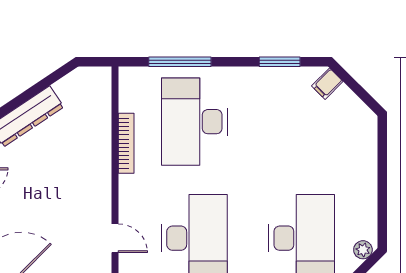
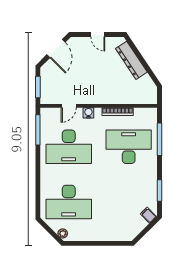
water cooler: (129, 200) -> (88, 113), added

